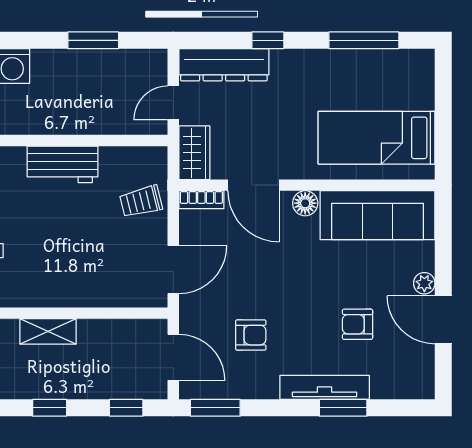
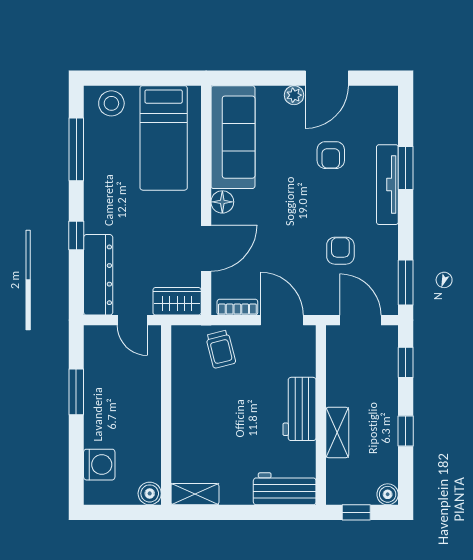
stool: (415, 80) -> (111, 103), added
workbench: (63, 164) -> (299, 409), moved, turned 180
bookcase: (201, 200) -> (237, 307), moved, turned -90
door: (173, 357) -> (361, 320), hinge flipped

